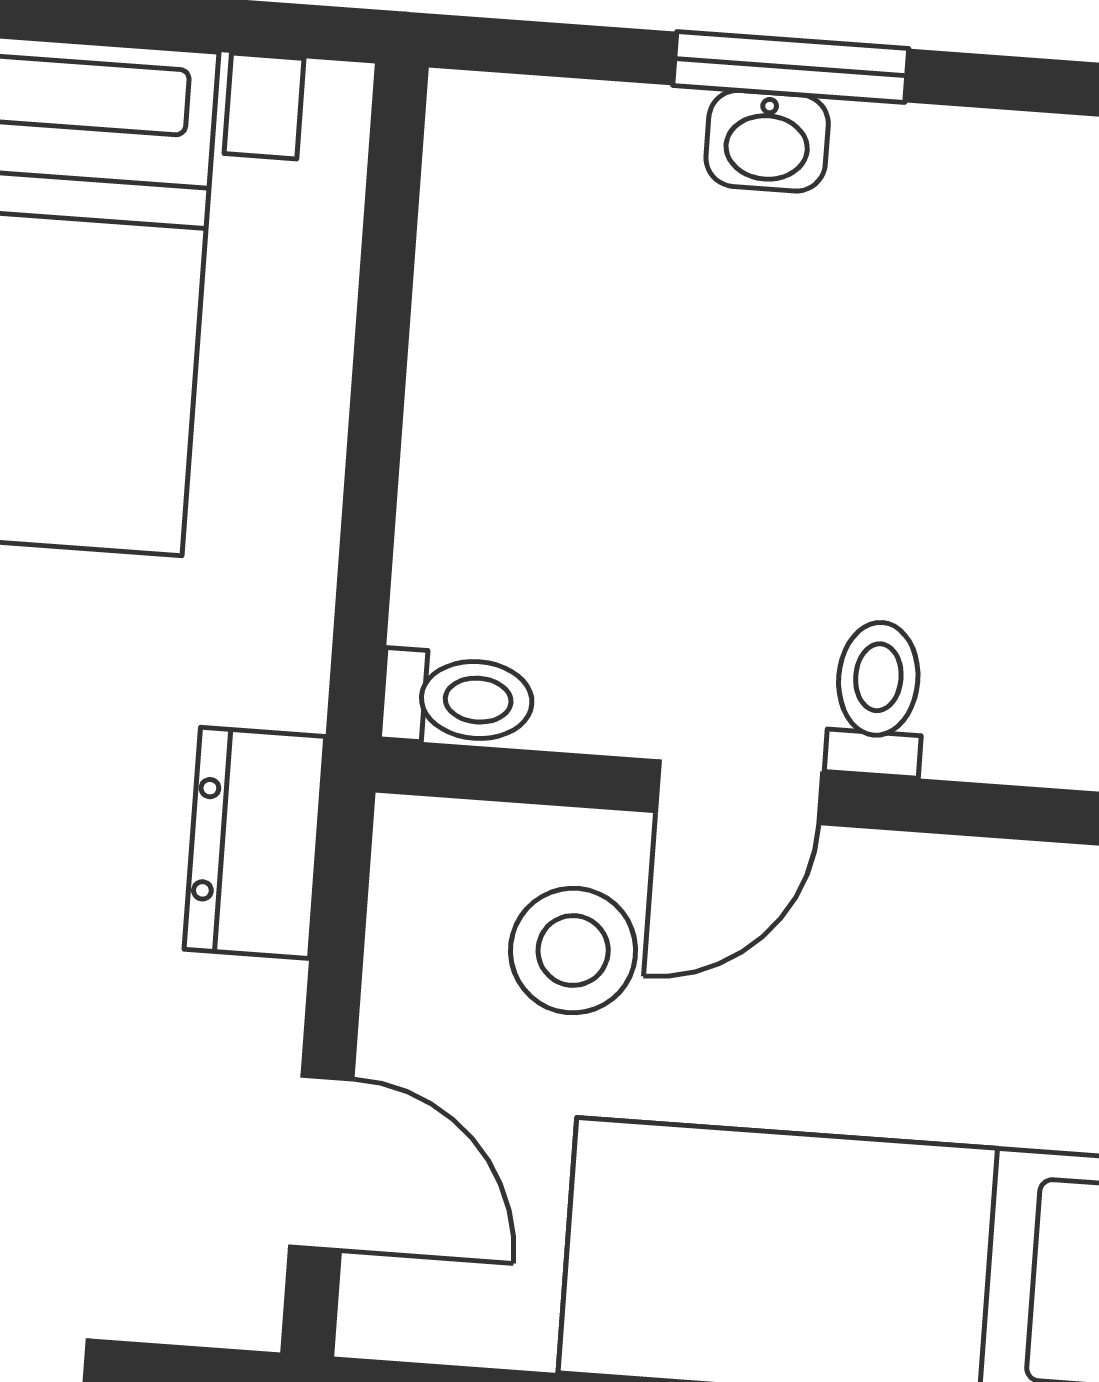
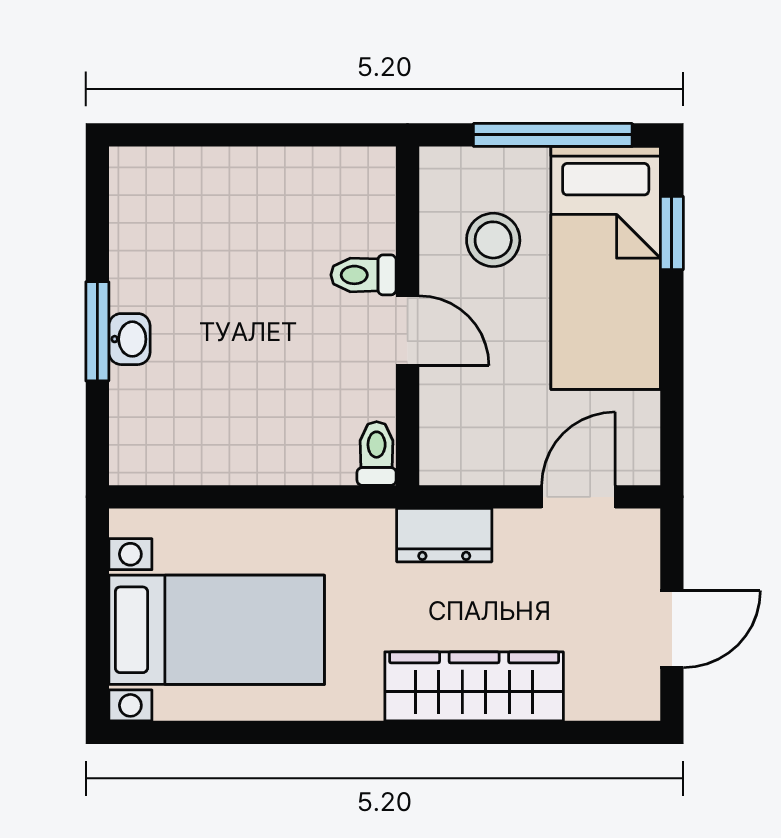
stool: (573, 951) -> (493, 240), moved

